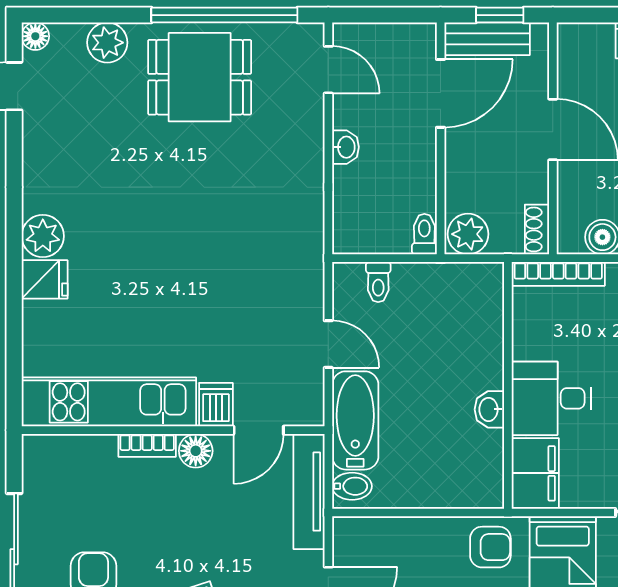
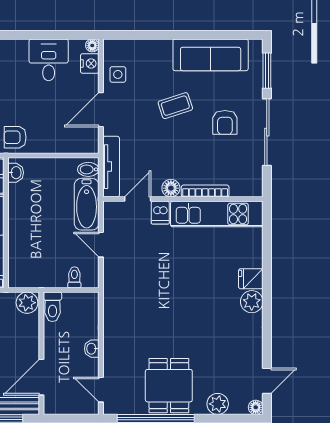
dining table: (200, 77) -> (169, 386), turned 90
toilet: (424, 234) -> (52, 307), width x1.37, depth x1.39
washbasin: (489, 409) -> (16, 173), moved
bookcase: (147, 445) -> (205, 191), width x1.56

